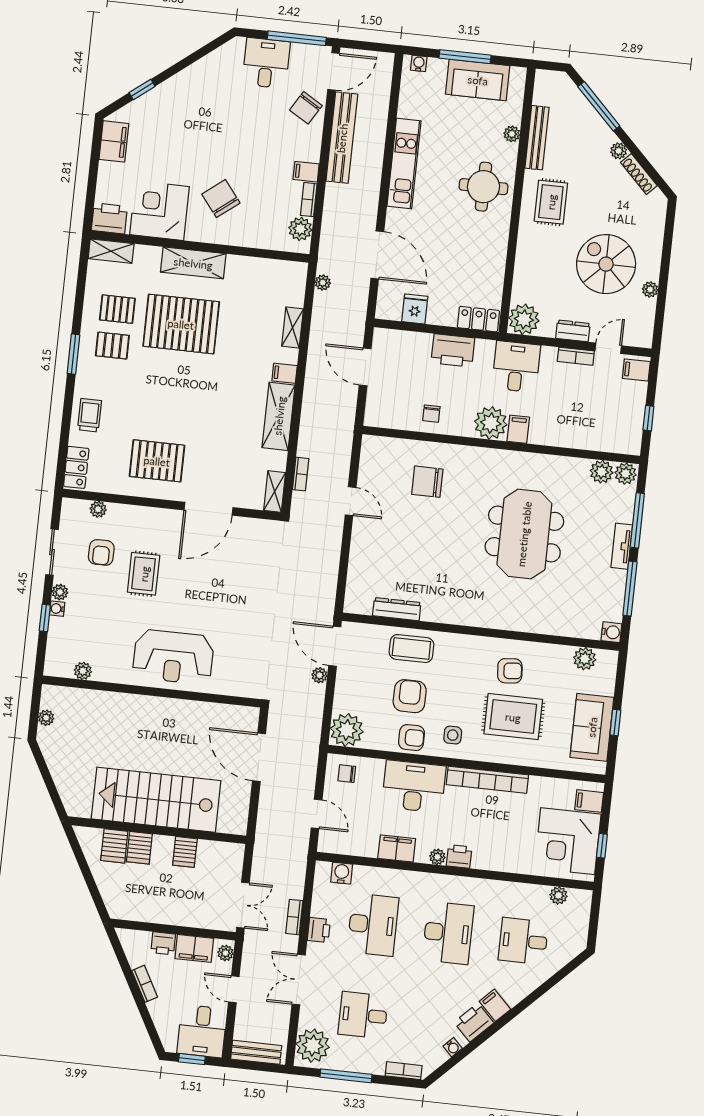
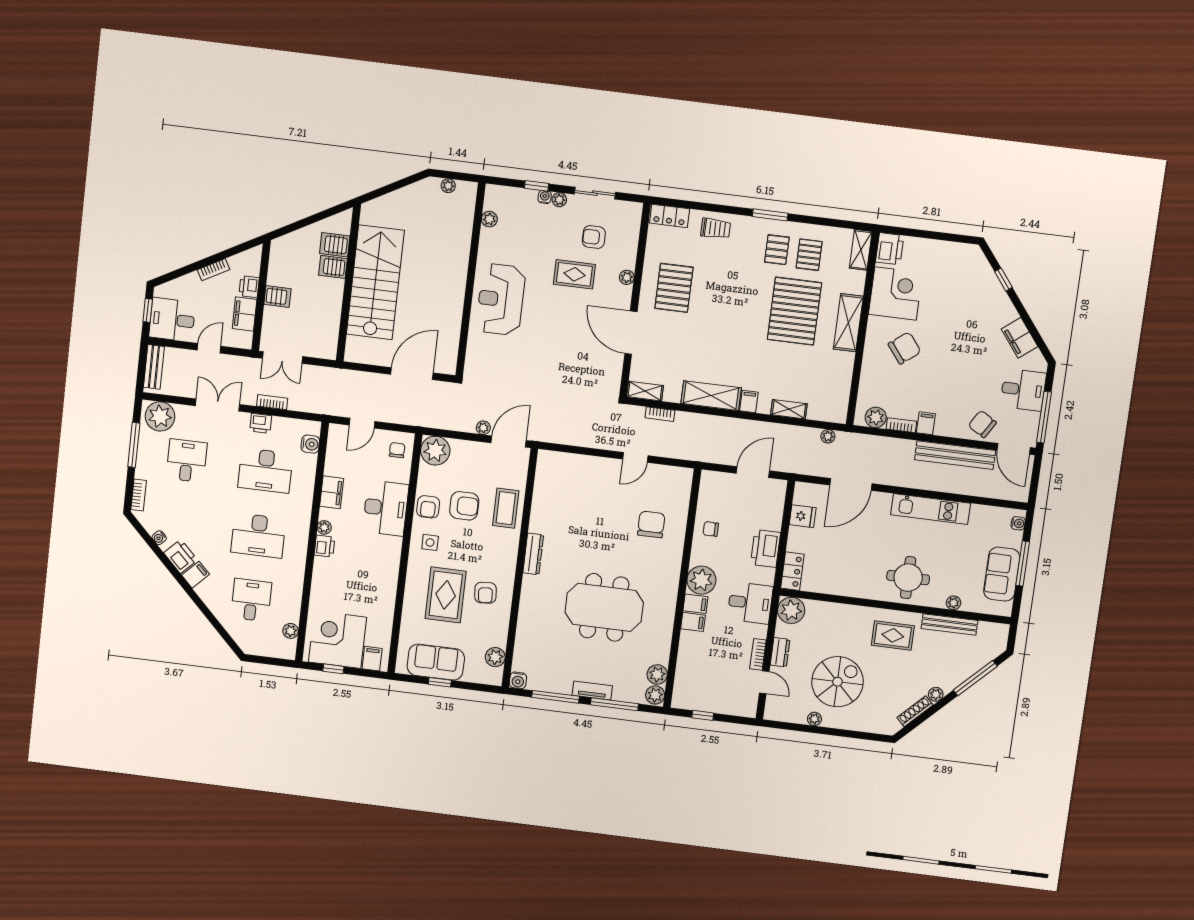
filing cabinet: (114, 141) -> (1020, 338), moved, turned 52
filing cabinet: (636, 370) -> (693, 622), moved, turned 90
plant: (98, 509) -> (627, 277), moved
dresser: (397, 609) -> (533, 554), moved
bookcase: (487, 780) -> (391, 572), removed
server rack: (185, 852) -> (277, 297), moved, turned 180
plant: (225, 953) -> (241, 341), removed

